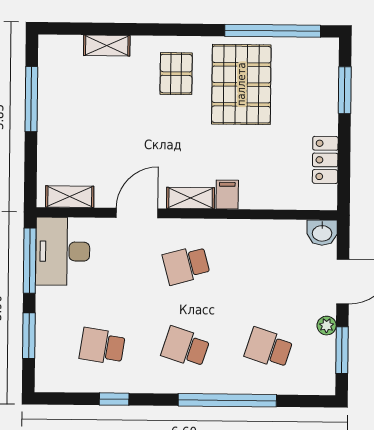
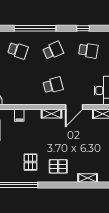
pallet: (176, 74) -> (58, 166), turned 90
pallet: (241, 84) -> (30, 162), width x0.49, depth x0.50
filing cabinet: (227, 195) -> (19, 115), moved
school desk: (185, 347) -> (53, 50), turned -42

